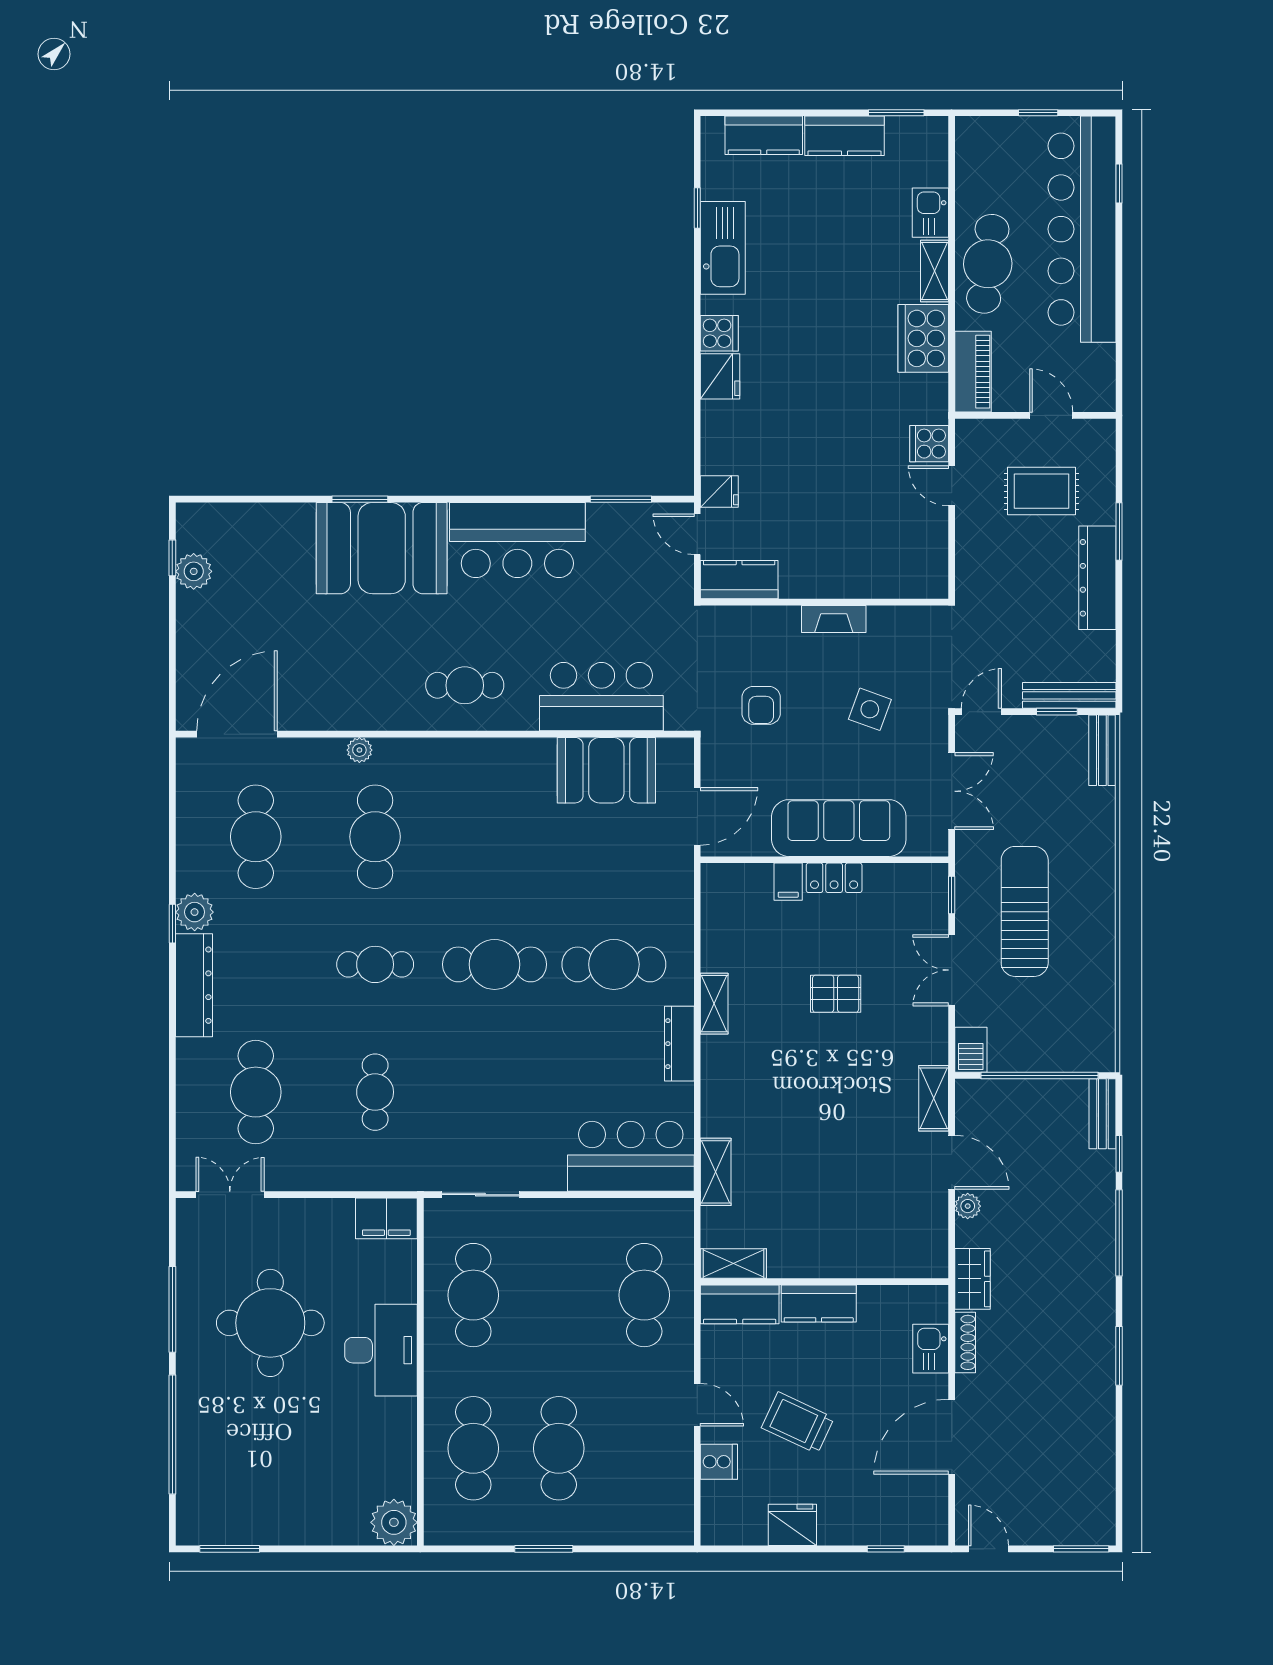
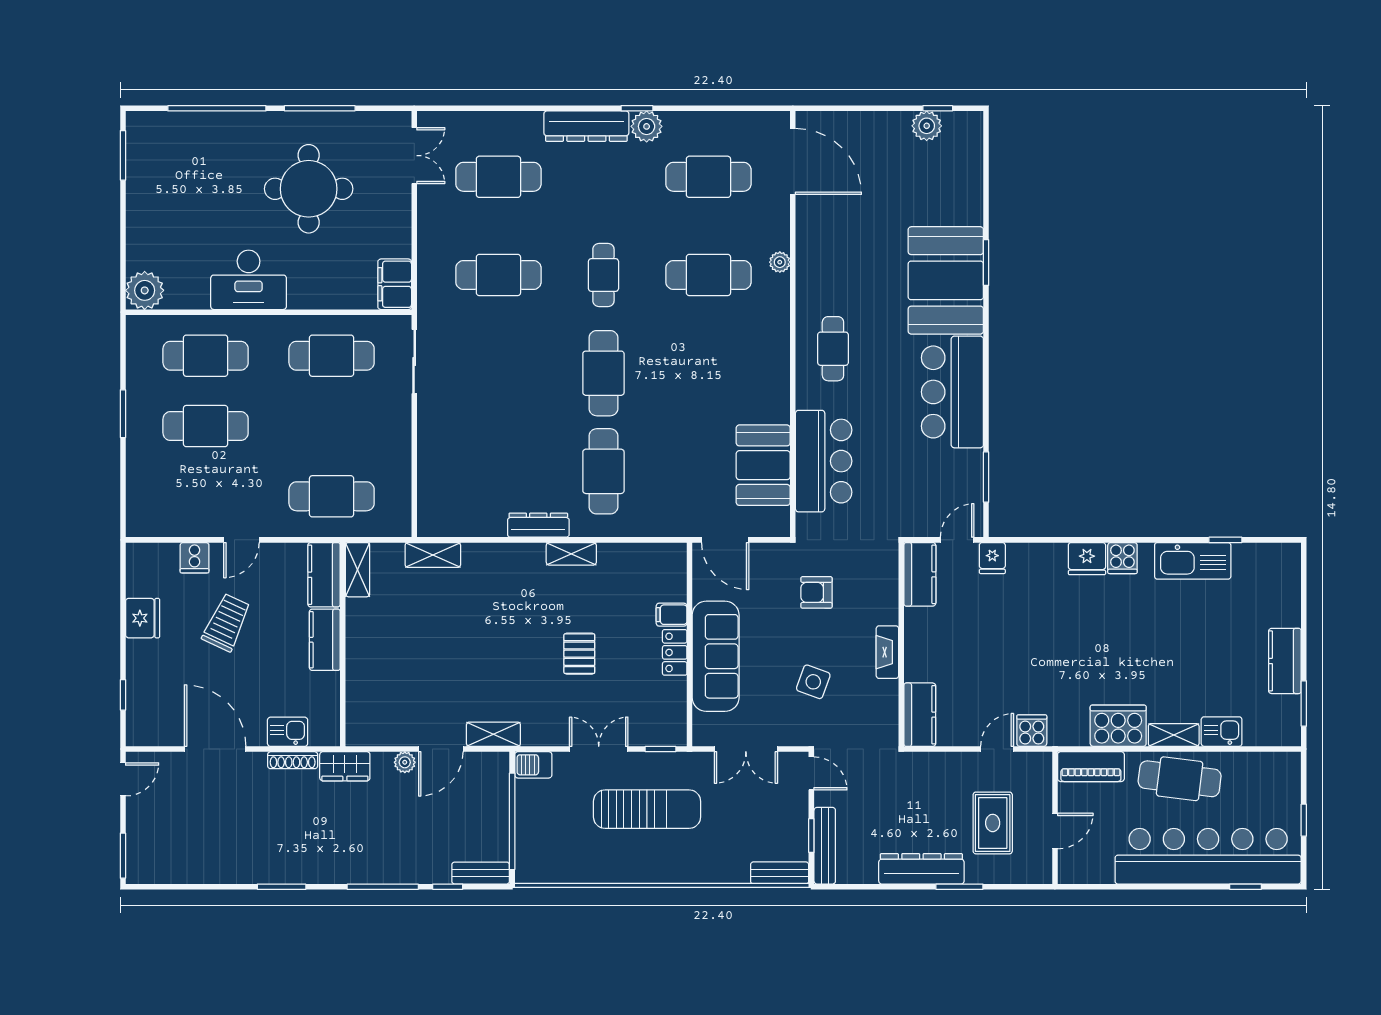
kitchen counter: (764, 135) -> (920, 715), moved, turned 180
cafe table: (375, 1092) -> (498, 275), width x1.37, depth x1.35
bar counter: (631, 1156) -> (446, 485), removed
desk: (381, 1350) -> (249, 280), moved

